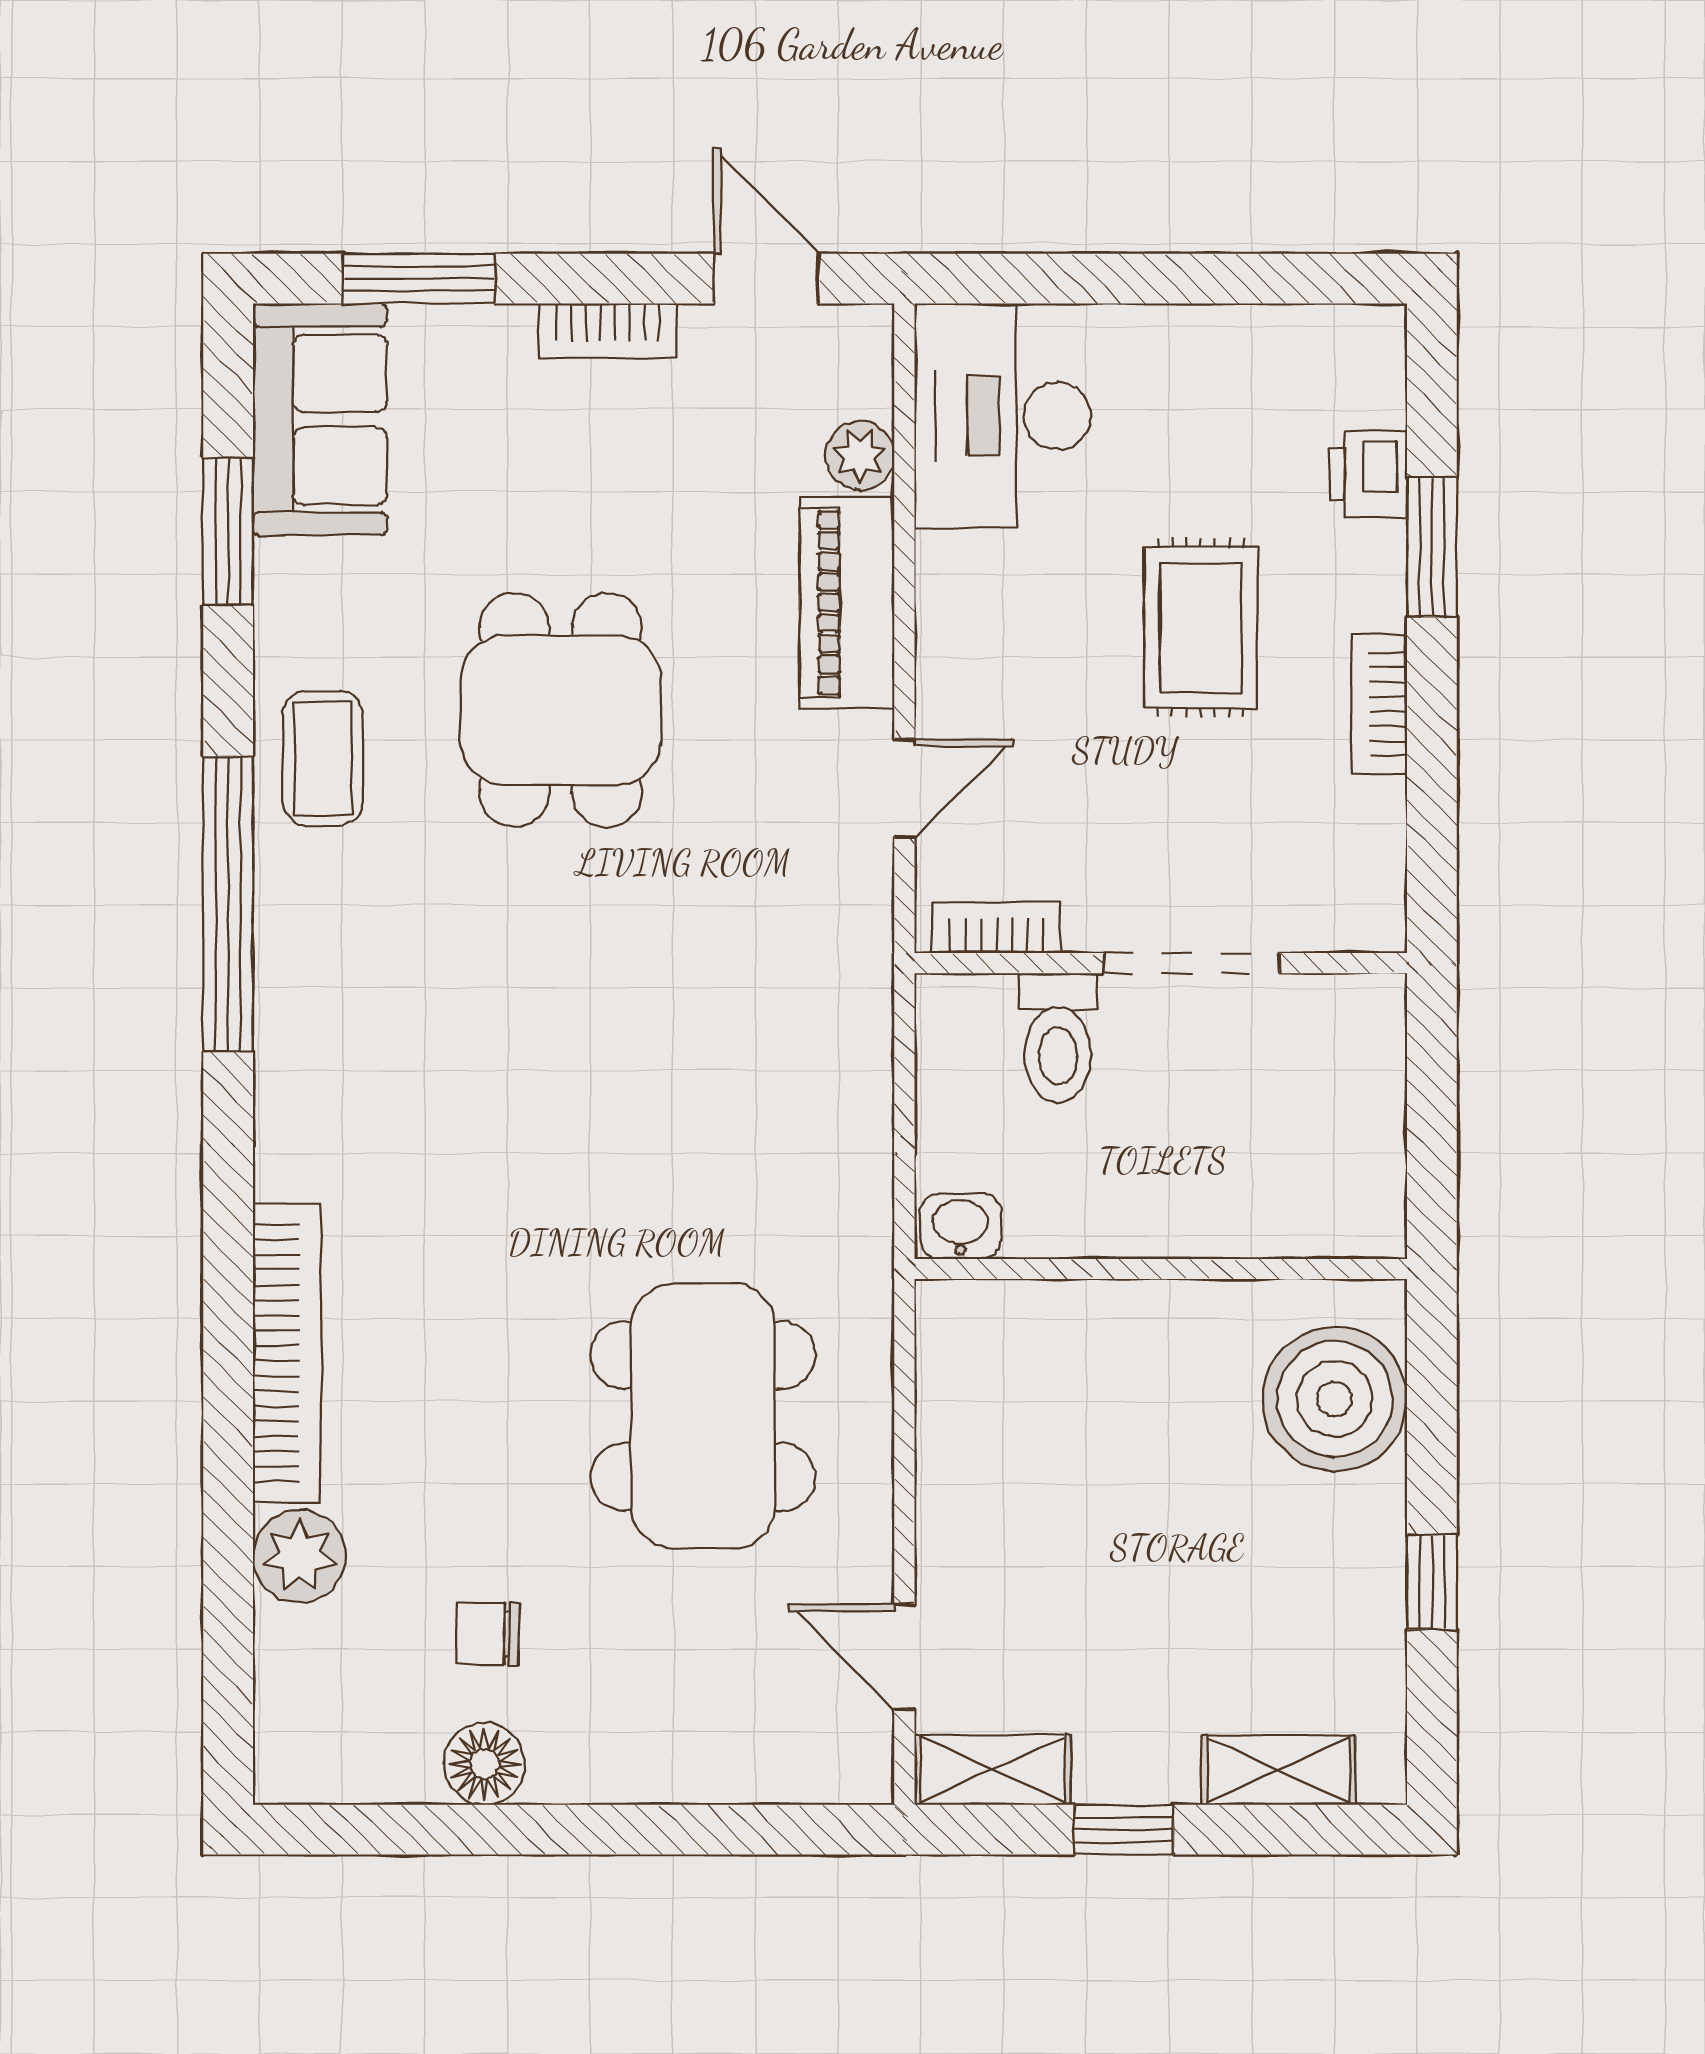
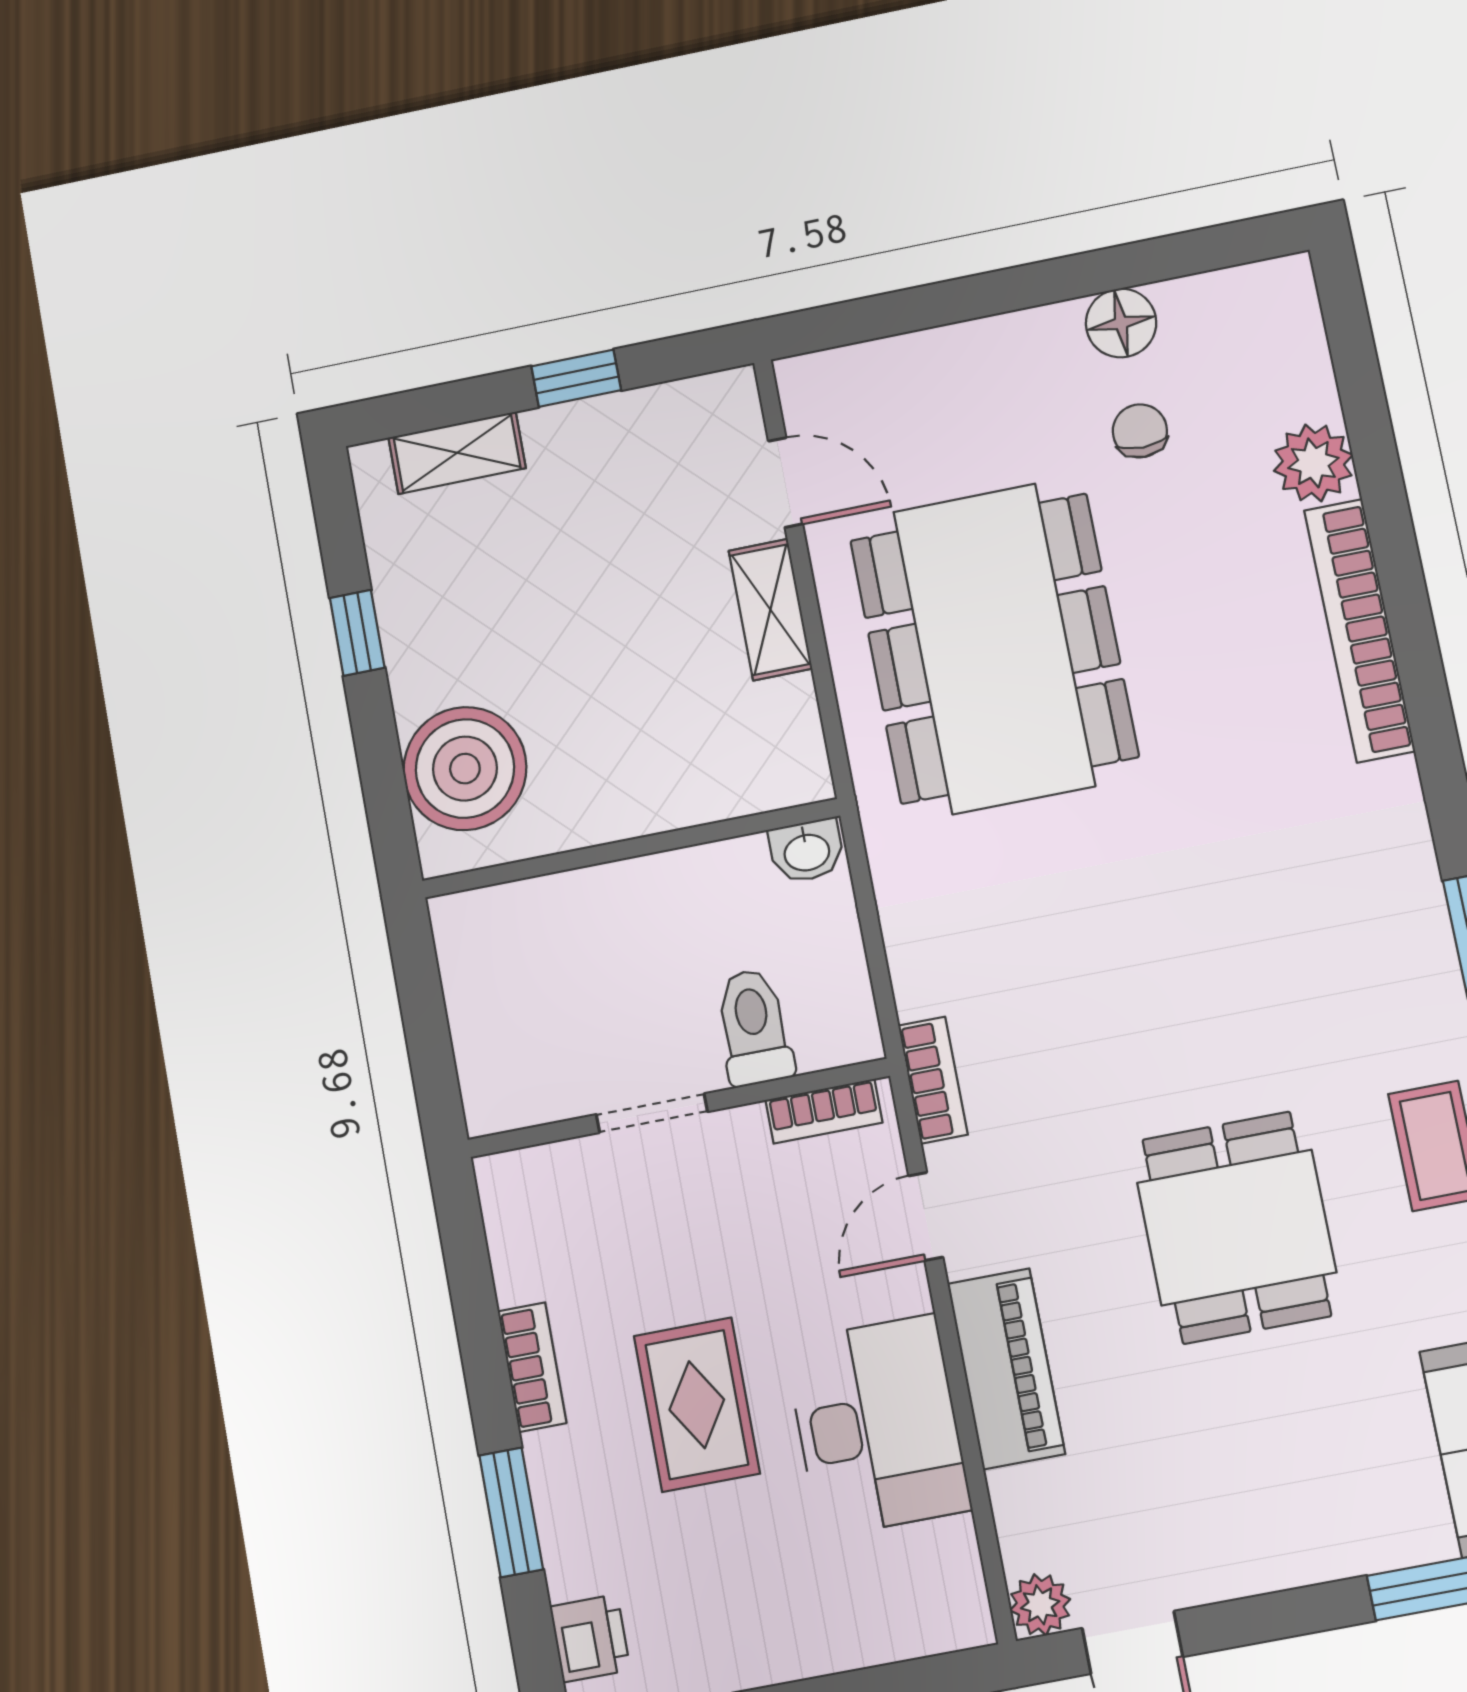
bookcase: (608, 331) -> (933, 1080), moved, turned 90
desk: (1003, 416) -> (878, 1426), moved
plant: (860, 456) -> (1040, 1605), moved
printer: (1368, 474) -> (590, 1638), moved
doorway: (1192, 963) -> (652, 1113), width x0.73
dining table: (703, 1416) -> (994, 648), width x1.36, depth x1.24
chair: (488, 1634) -> (1140, 431), turned -91
shelving: (993, 1770) -> (770, 610), moved, turned 90

